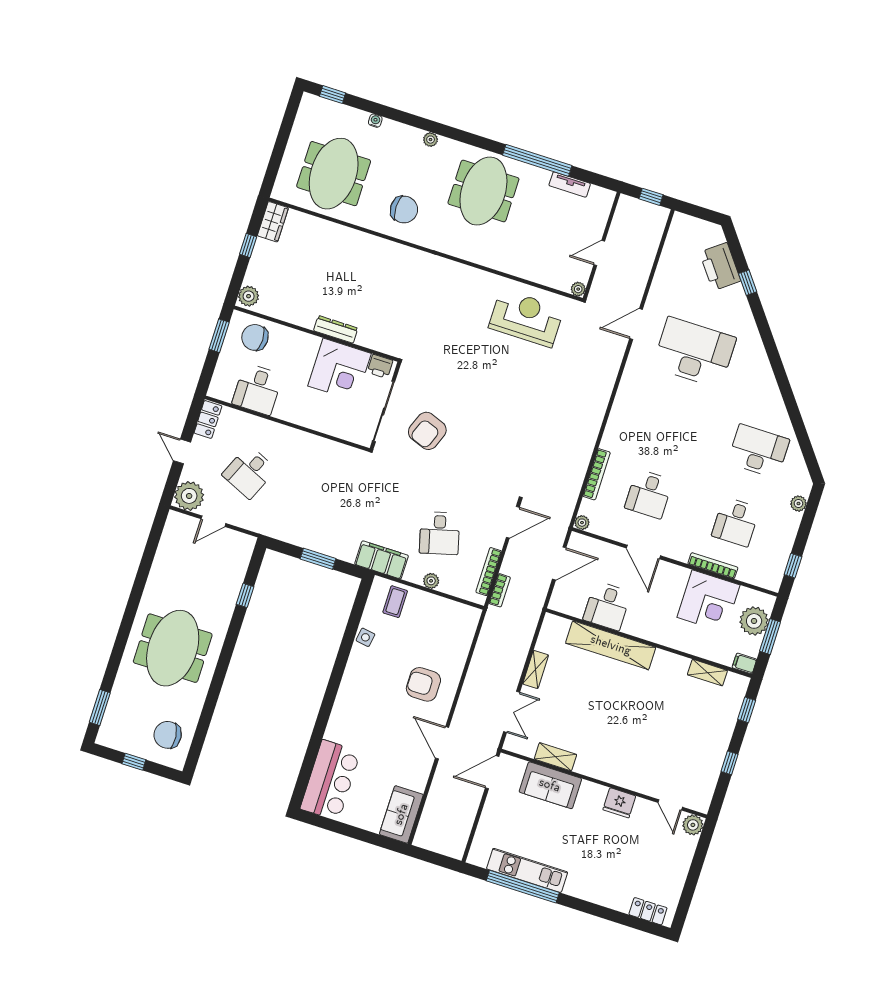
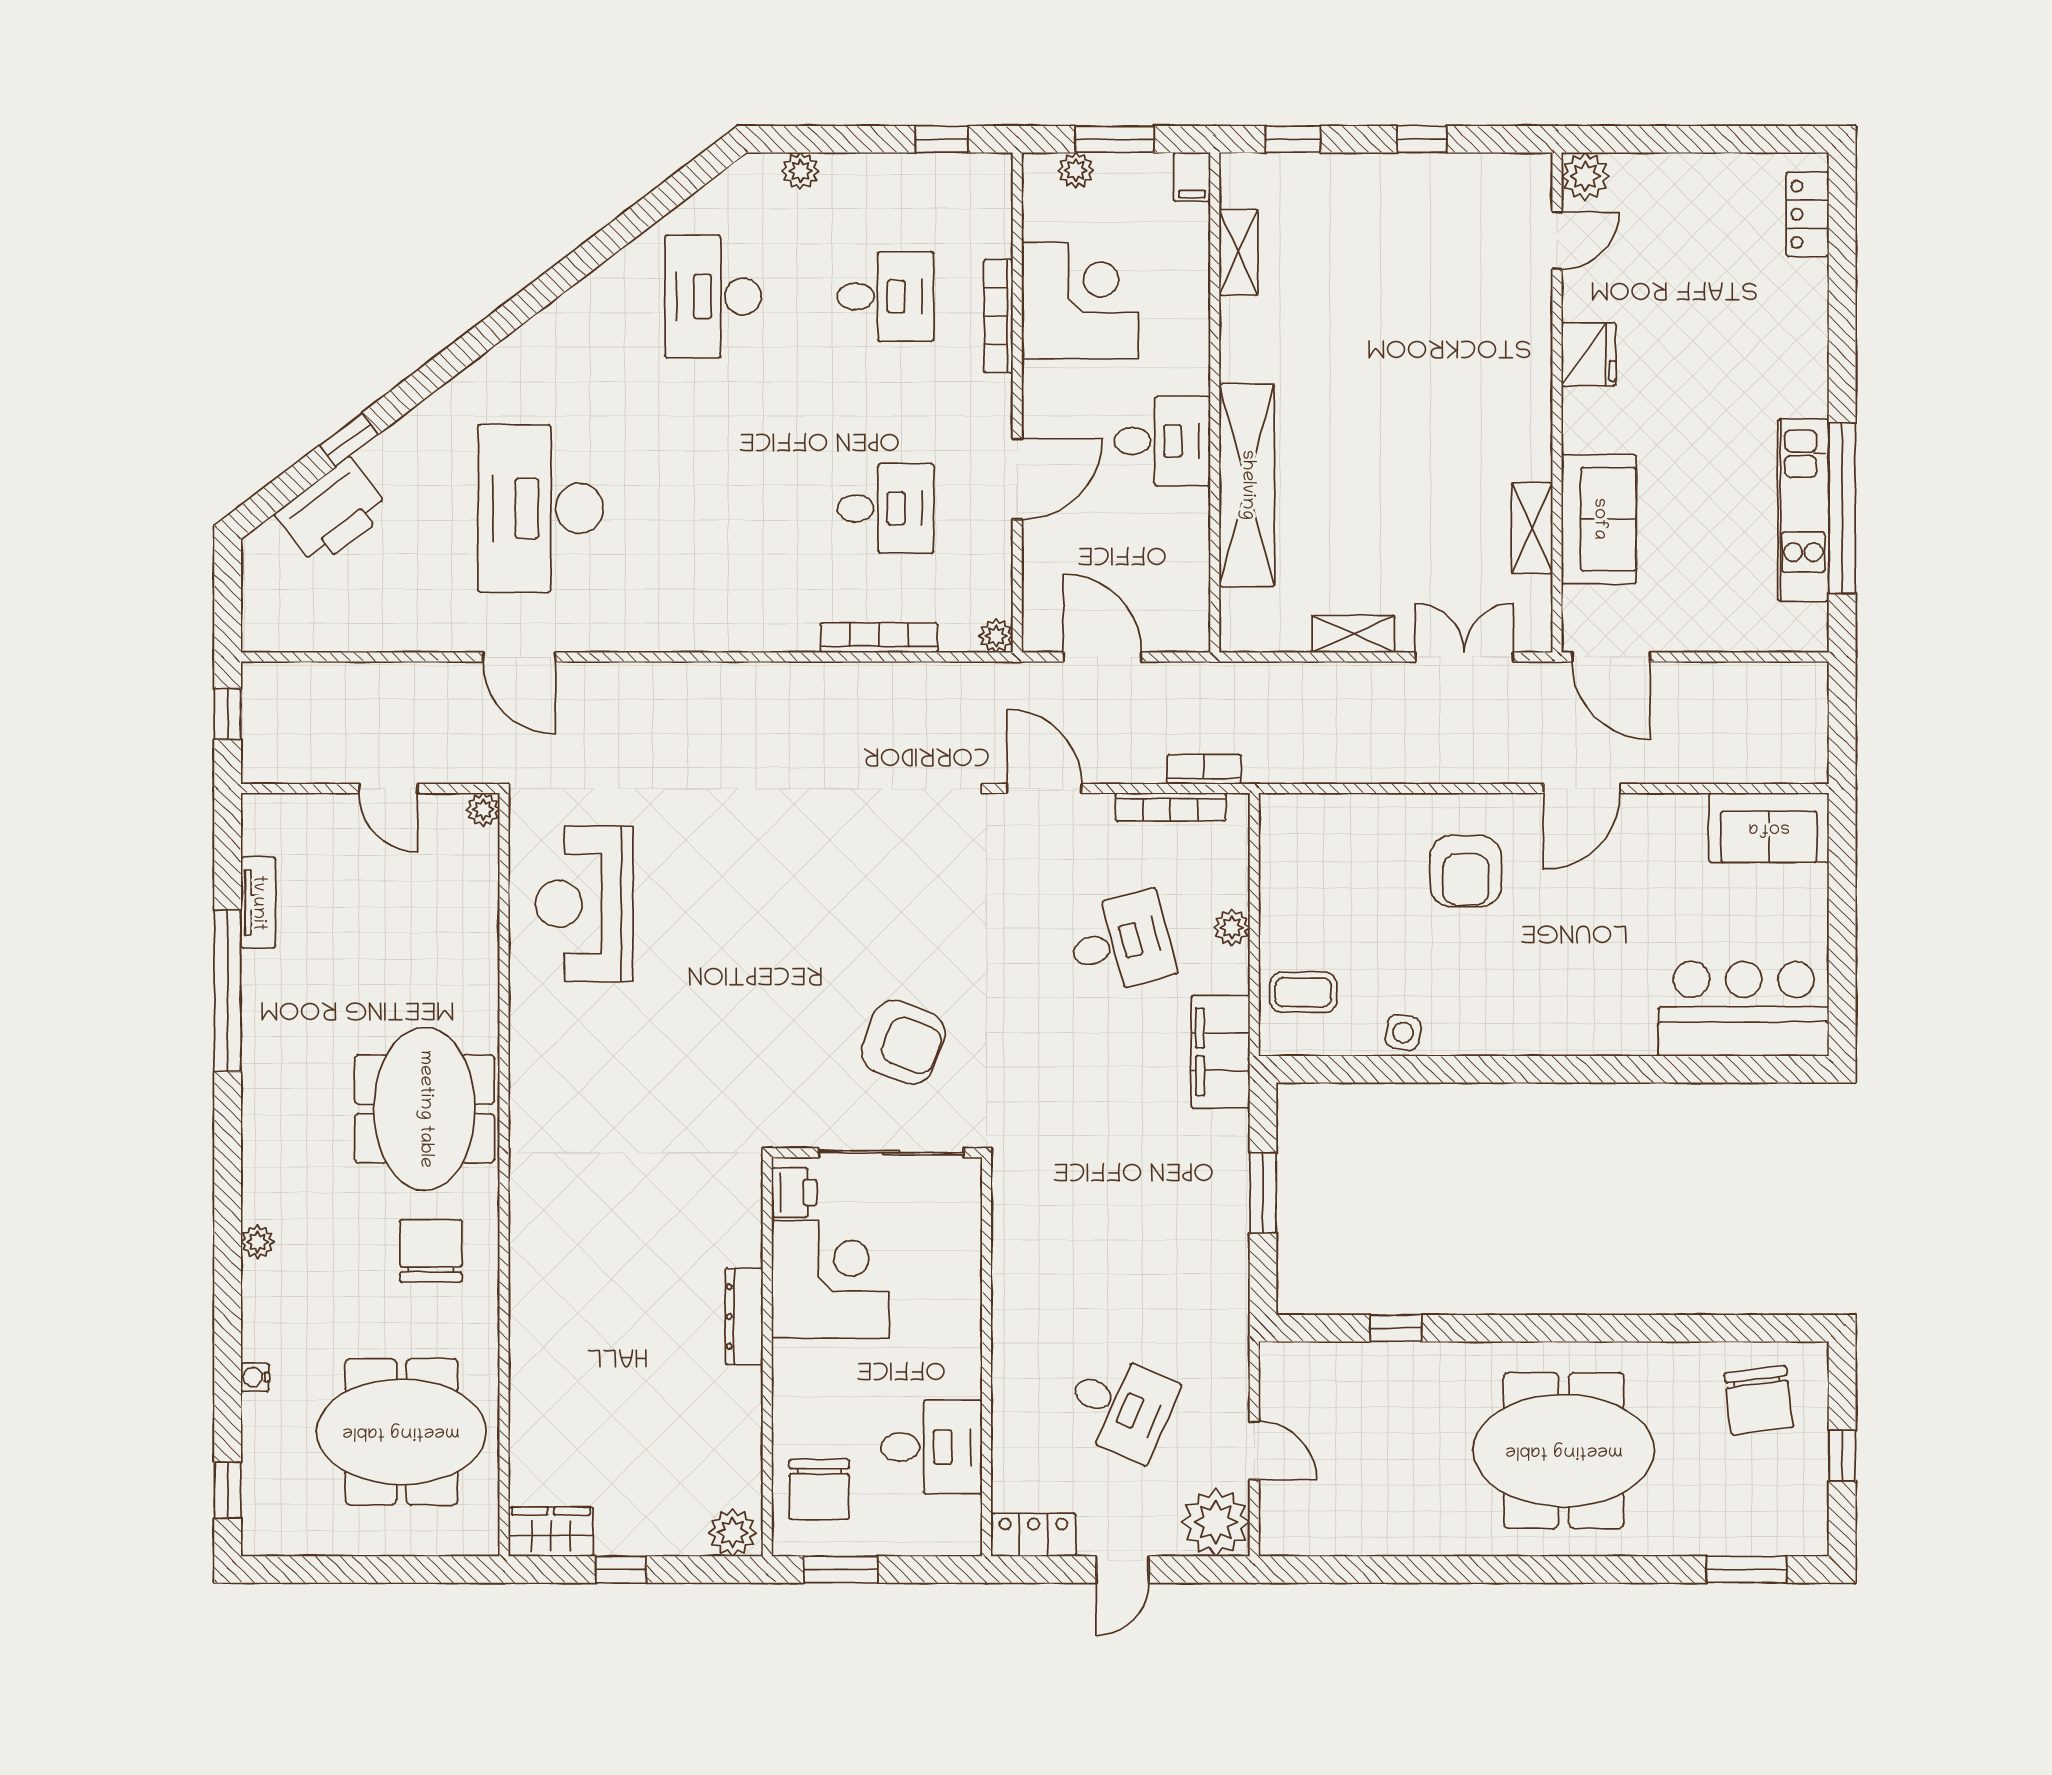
meeting table: (483, 191) -> (425, 1109), moved, turned 90
desk: (607, 606) -> (1162, 441), moved
plant: (754, 621) -> (1076, 170), width x0.53, depth x0.53

